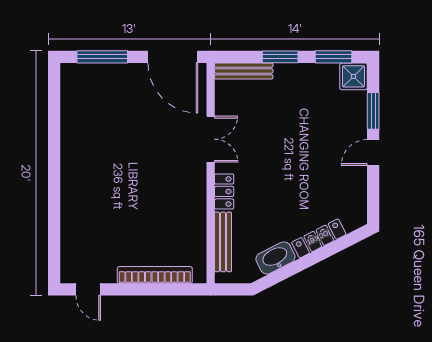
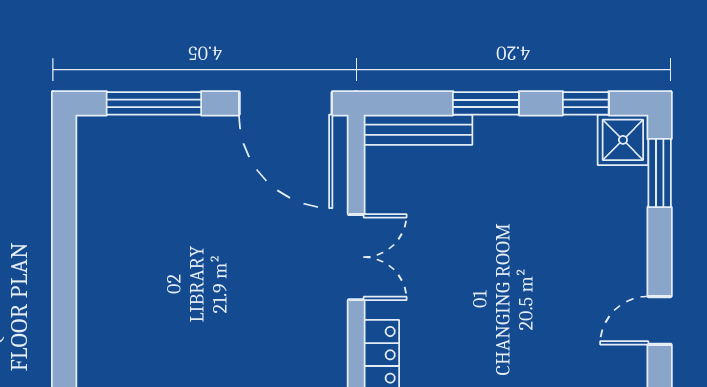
window: (334, 57) -> (586, 103), width x0.67
window: (373, 111) -> (660, 173), moved
door: (373, 152) -> (660, 320), moved

